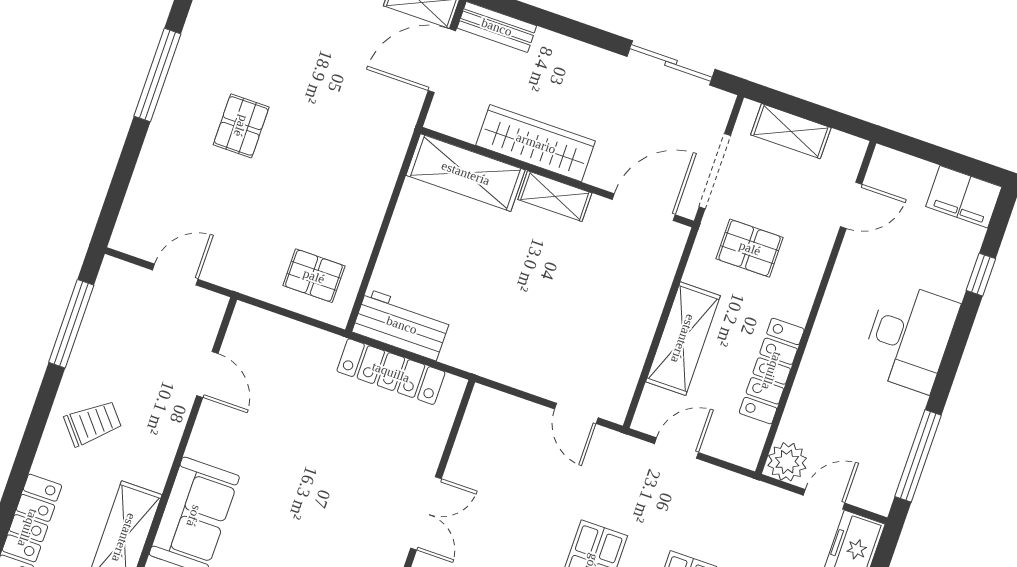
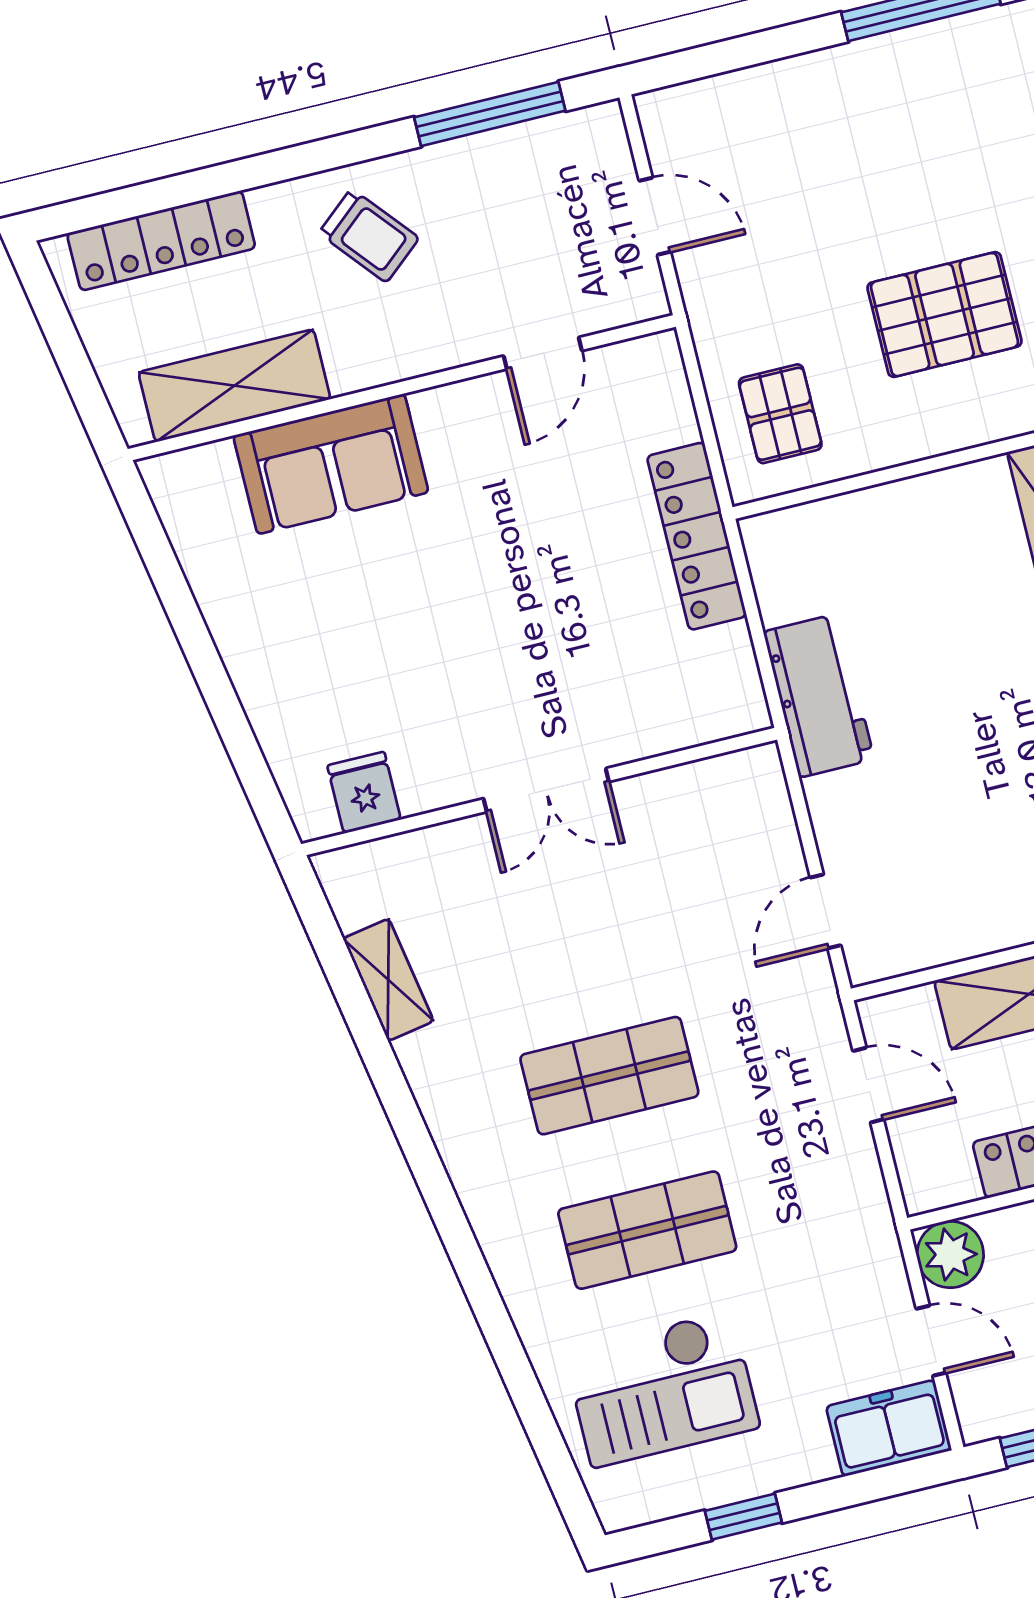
pallet: (241, 126) -> (945, 315), moved, width x1.50, depth x1.42
workbench: (402, 325) -> (819, 695), moved
locker: (391, 372) -> (697, 536), moved

